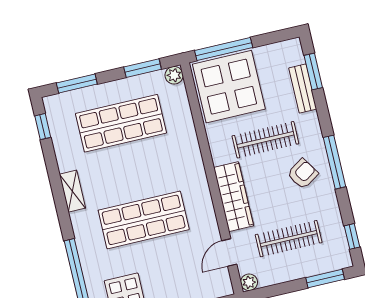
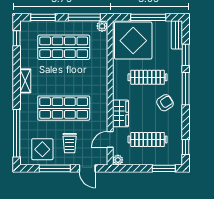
window: (224, 49) -> (148, 17), moved
window: (143, 68) -> (84, 17), width x1.44
window: (313, 72) -> (186, 55), moved
bench: (303, 89) -> (177, 35), moved
window: (335, 162) -> (186, 89), moved
wardrobe: (234, 197) -> (121, 113), width x0.67
trolley: (166, 273) -> (70, 143), added

